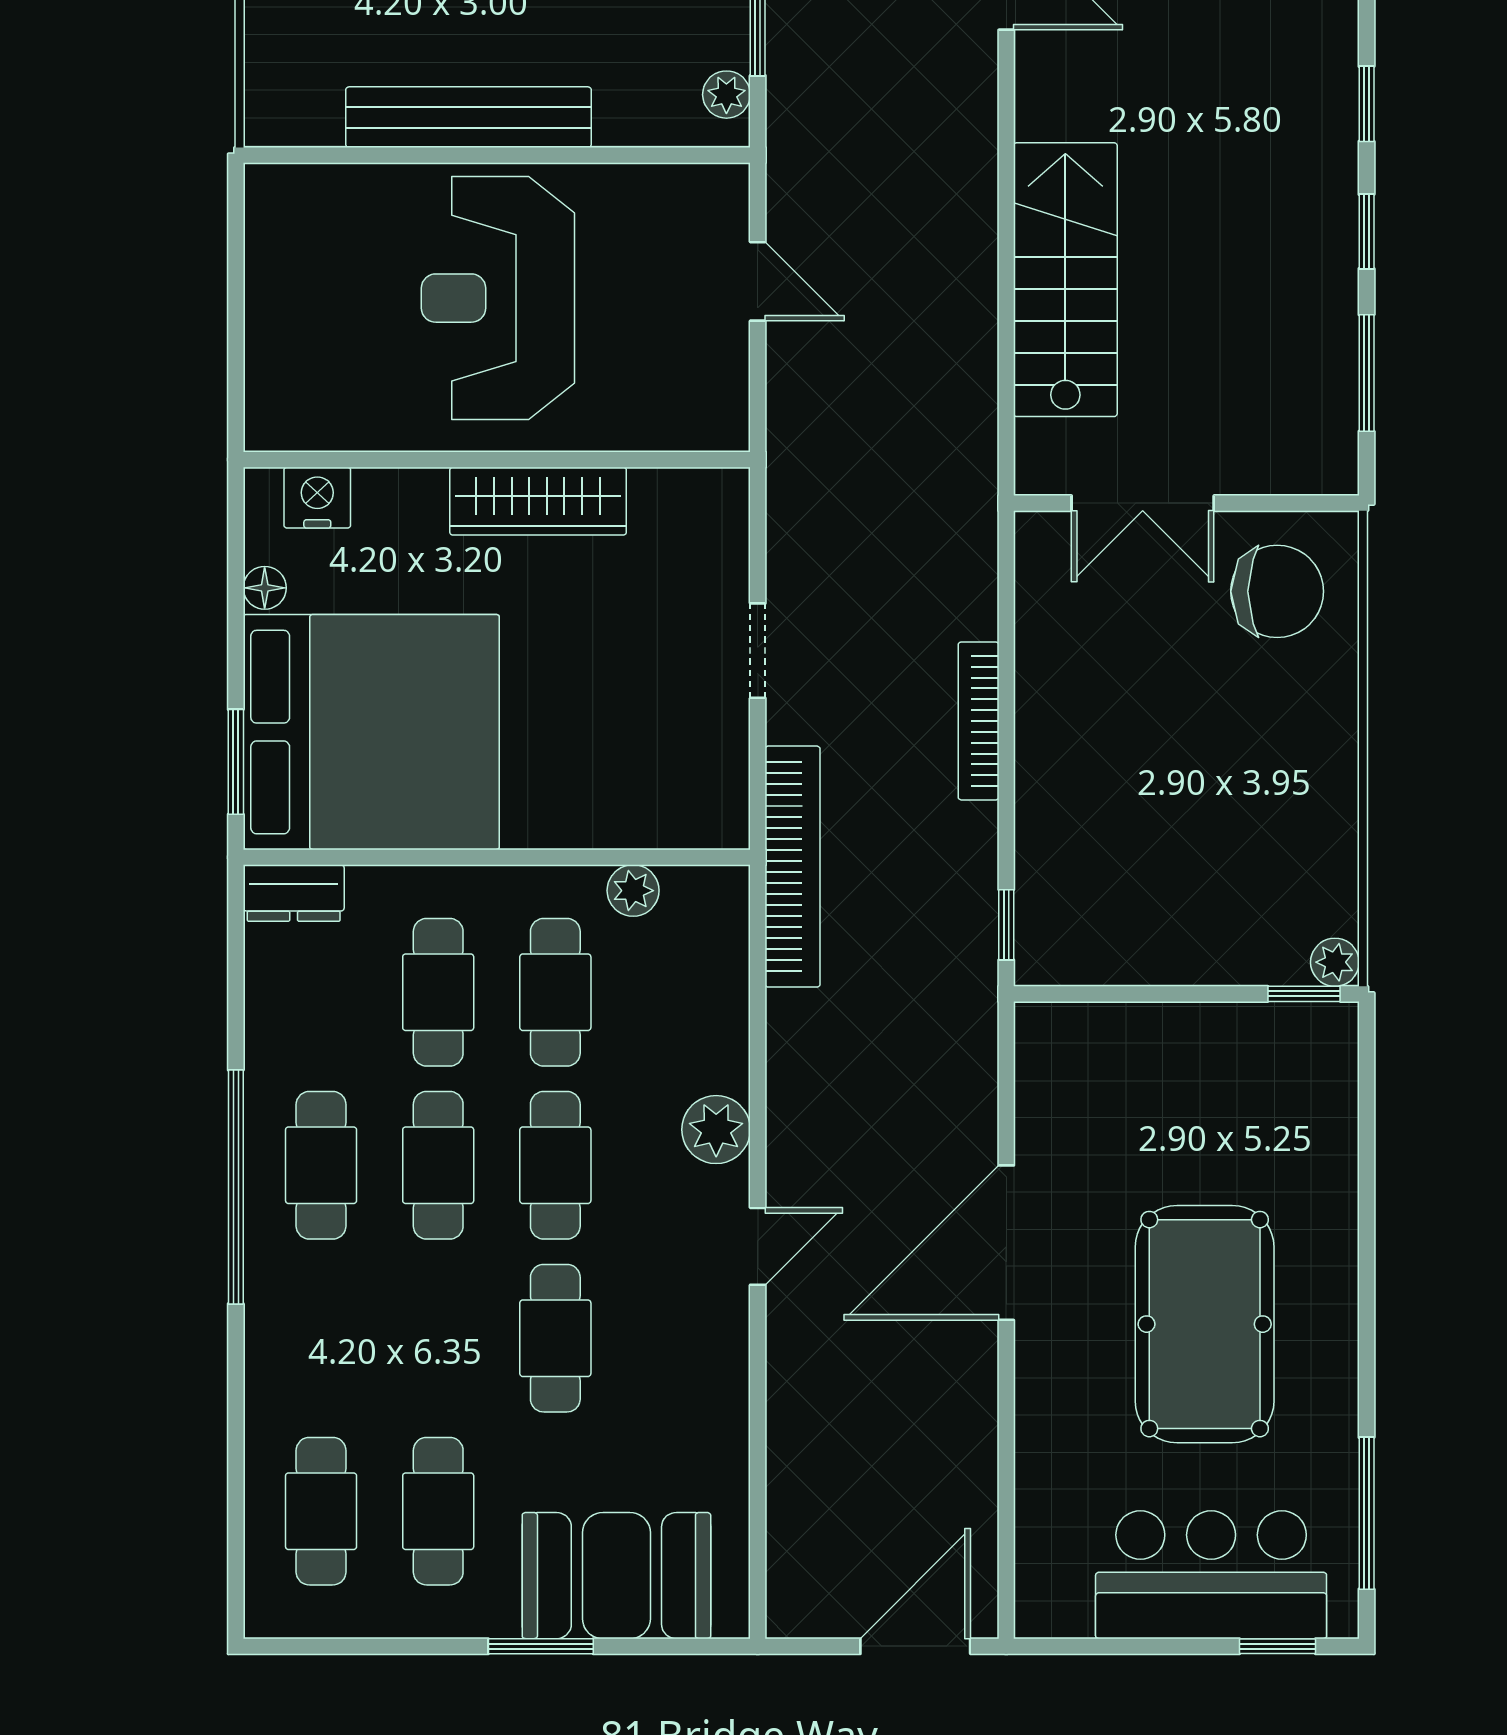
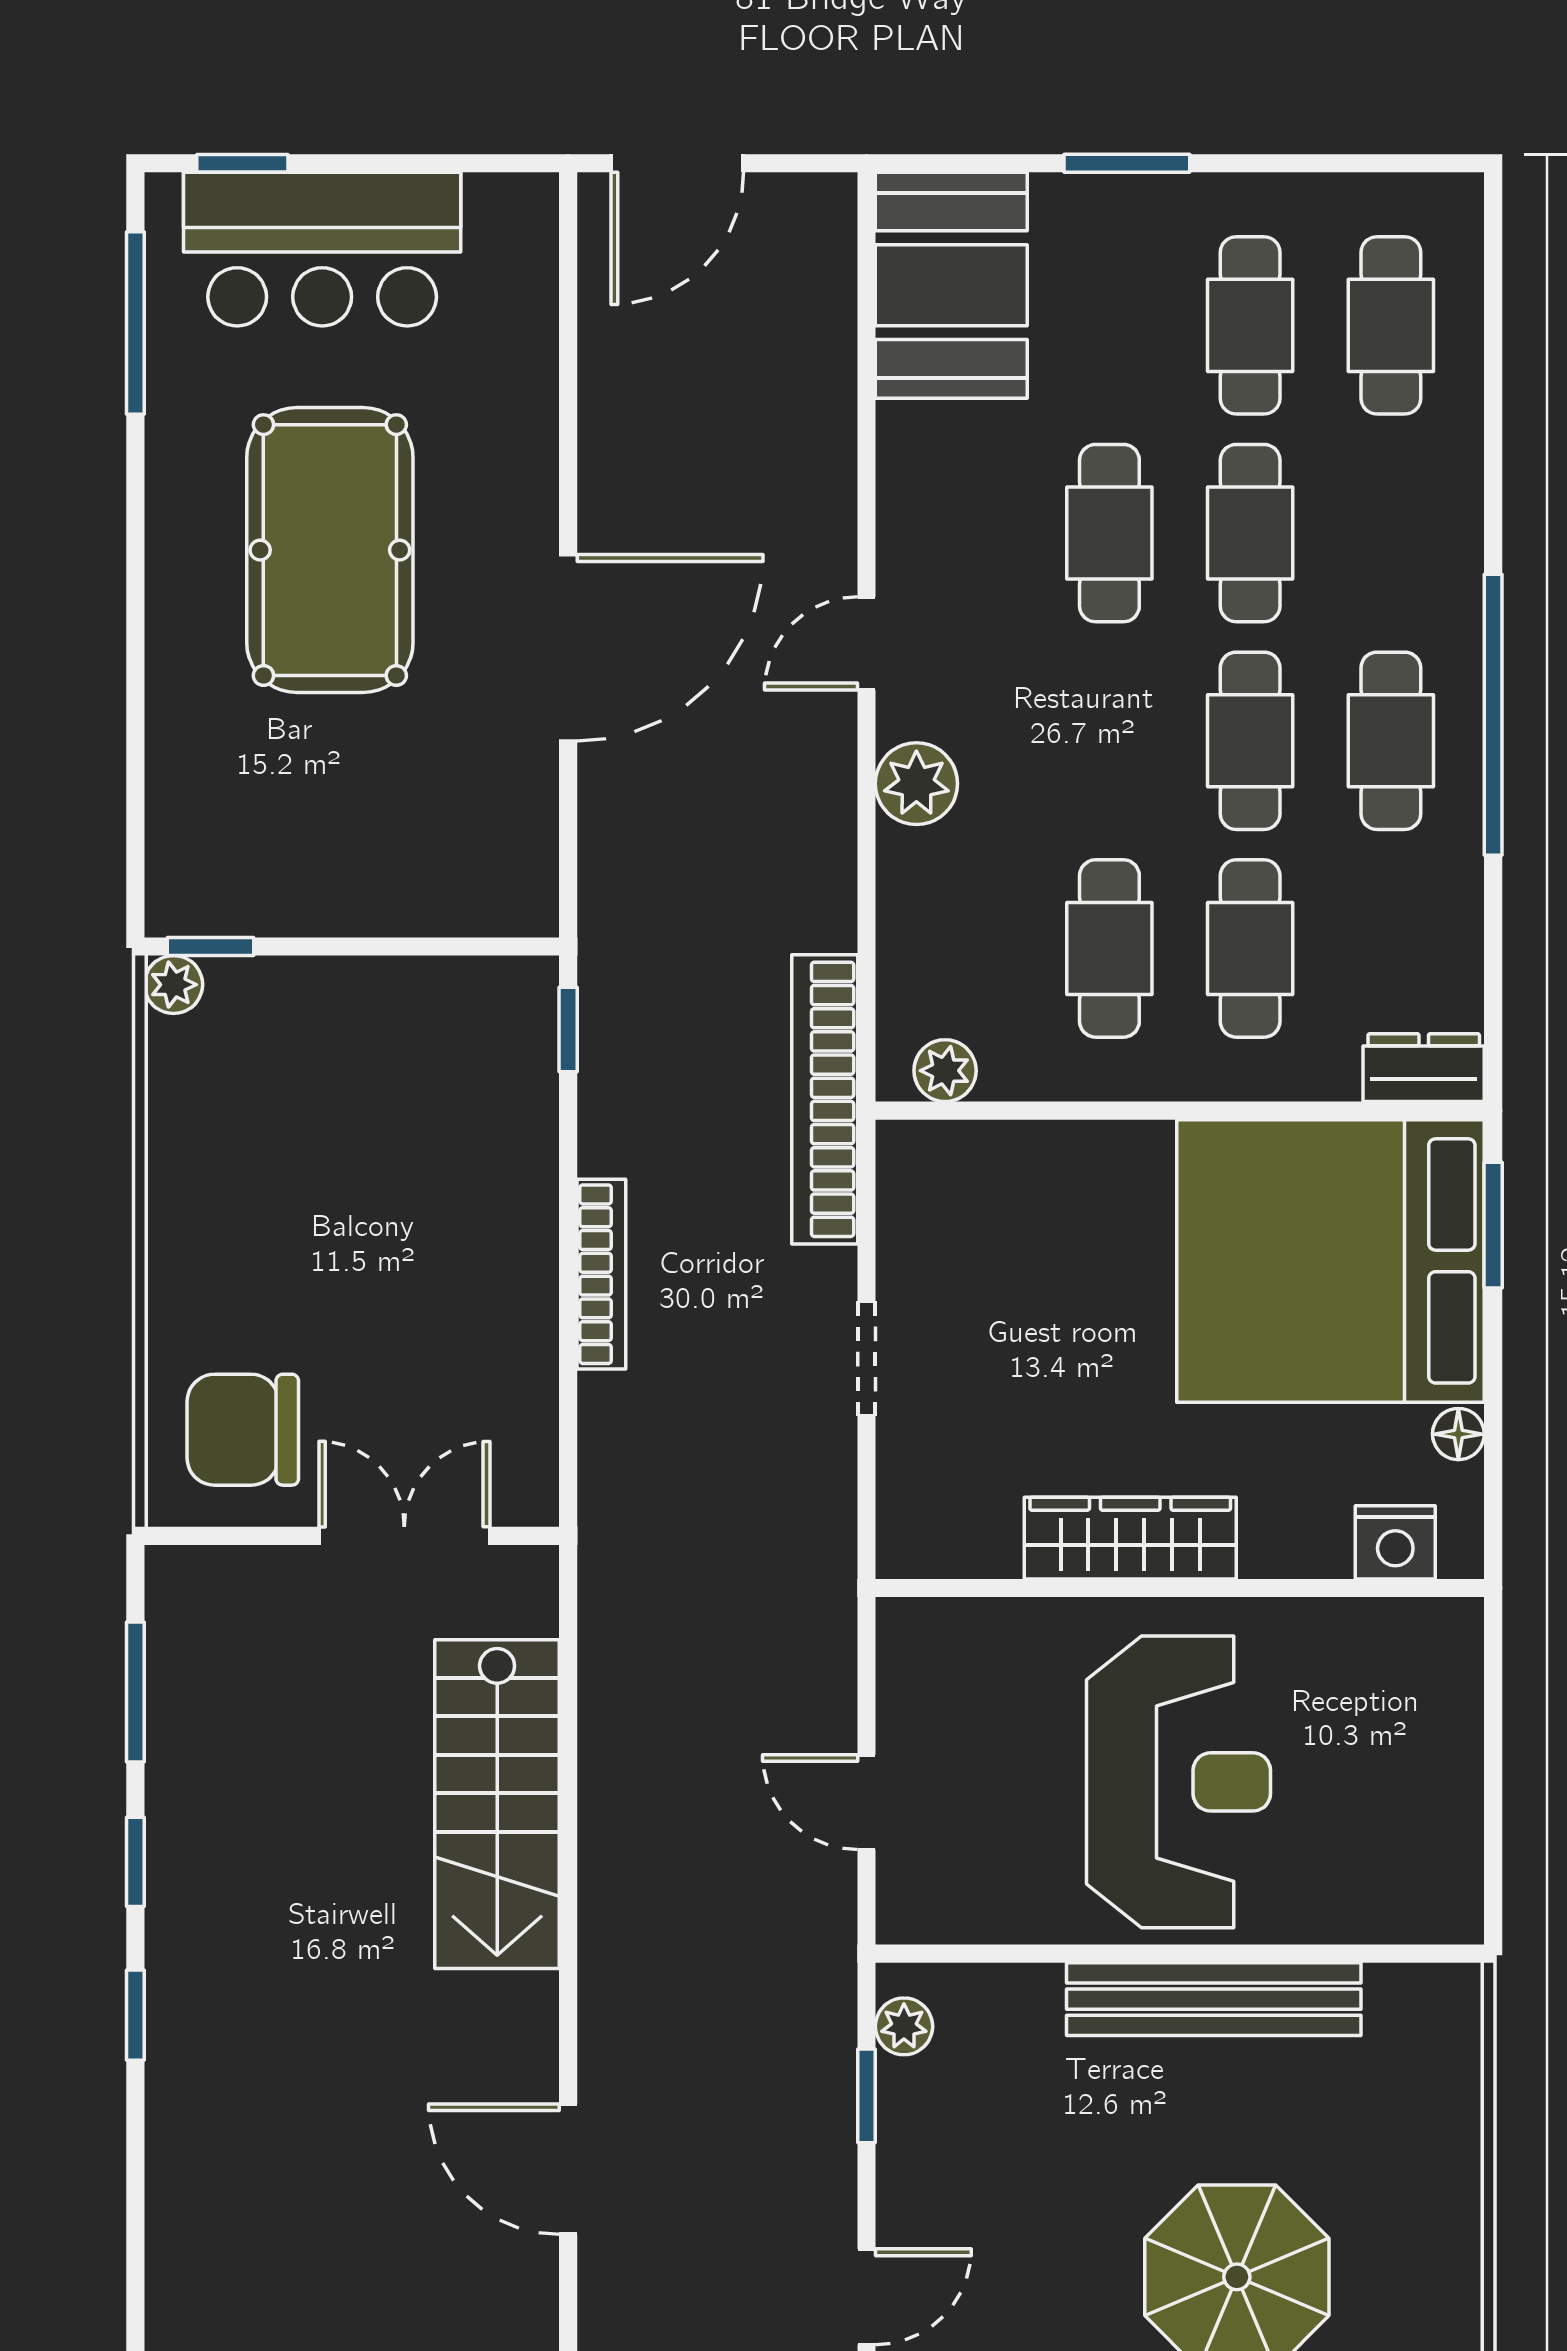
plant: (633, 891) -> (945, 1071), moved
cafe table: (555, 1165) -> (1250, 533), moved
booth: (616, 1576) -> (951, 285), moved, turned 90

